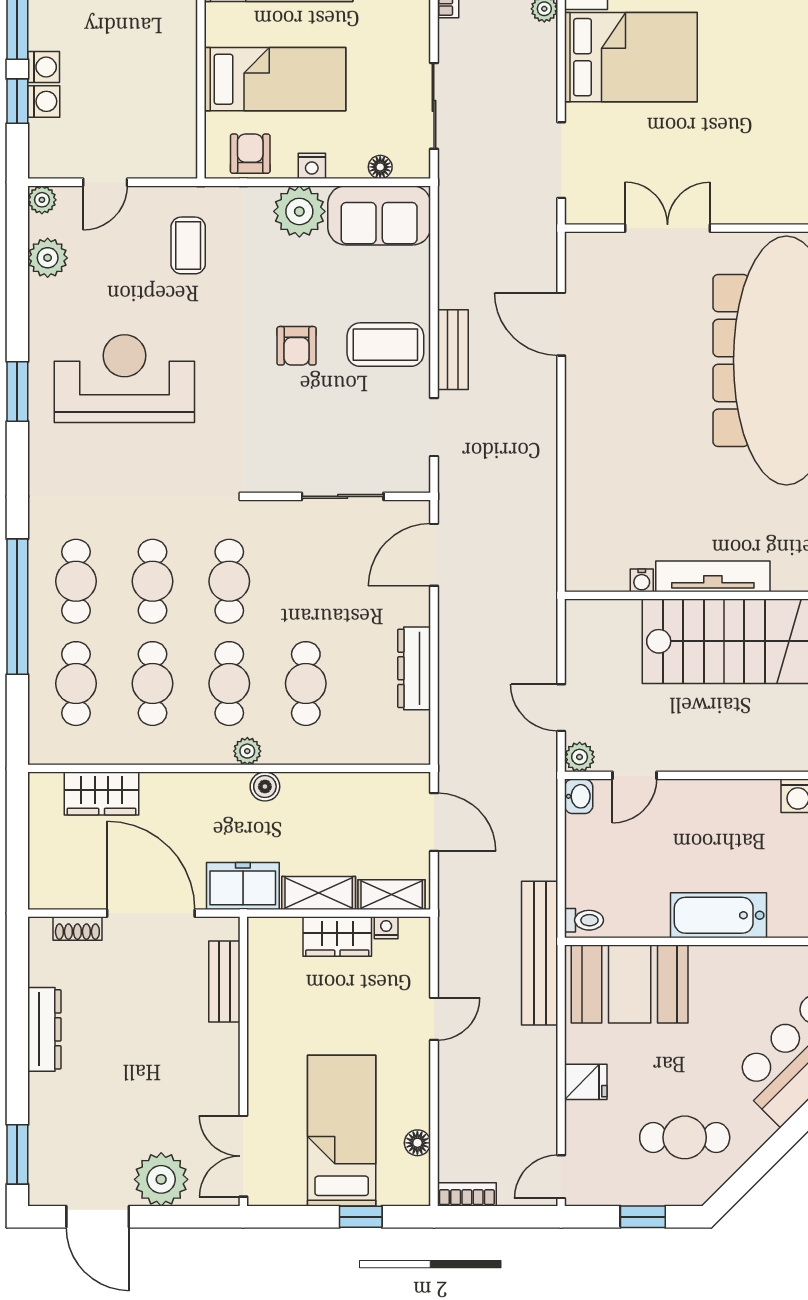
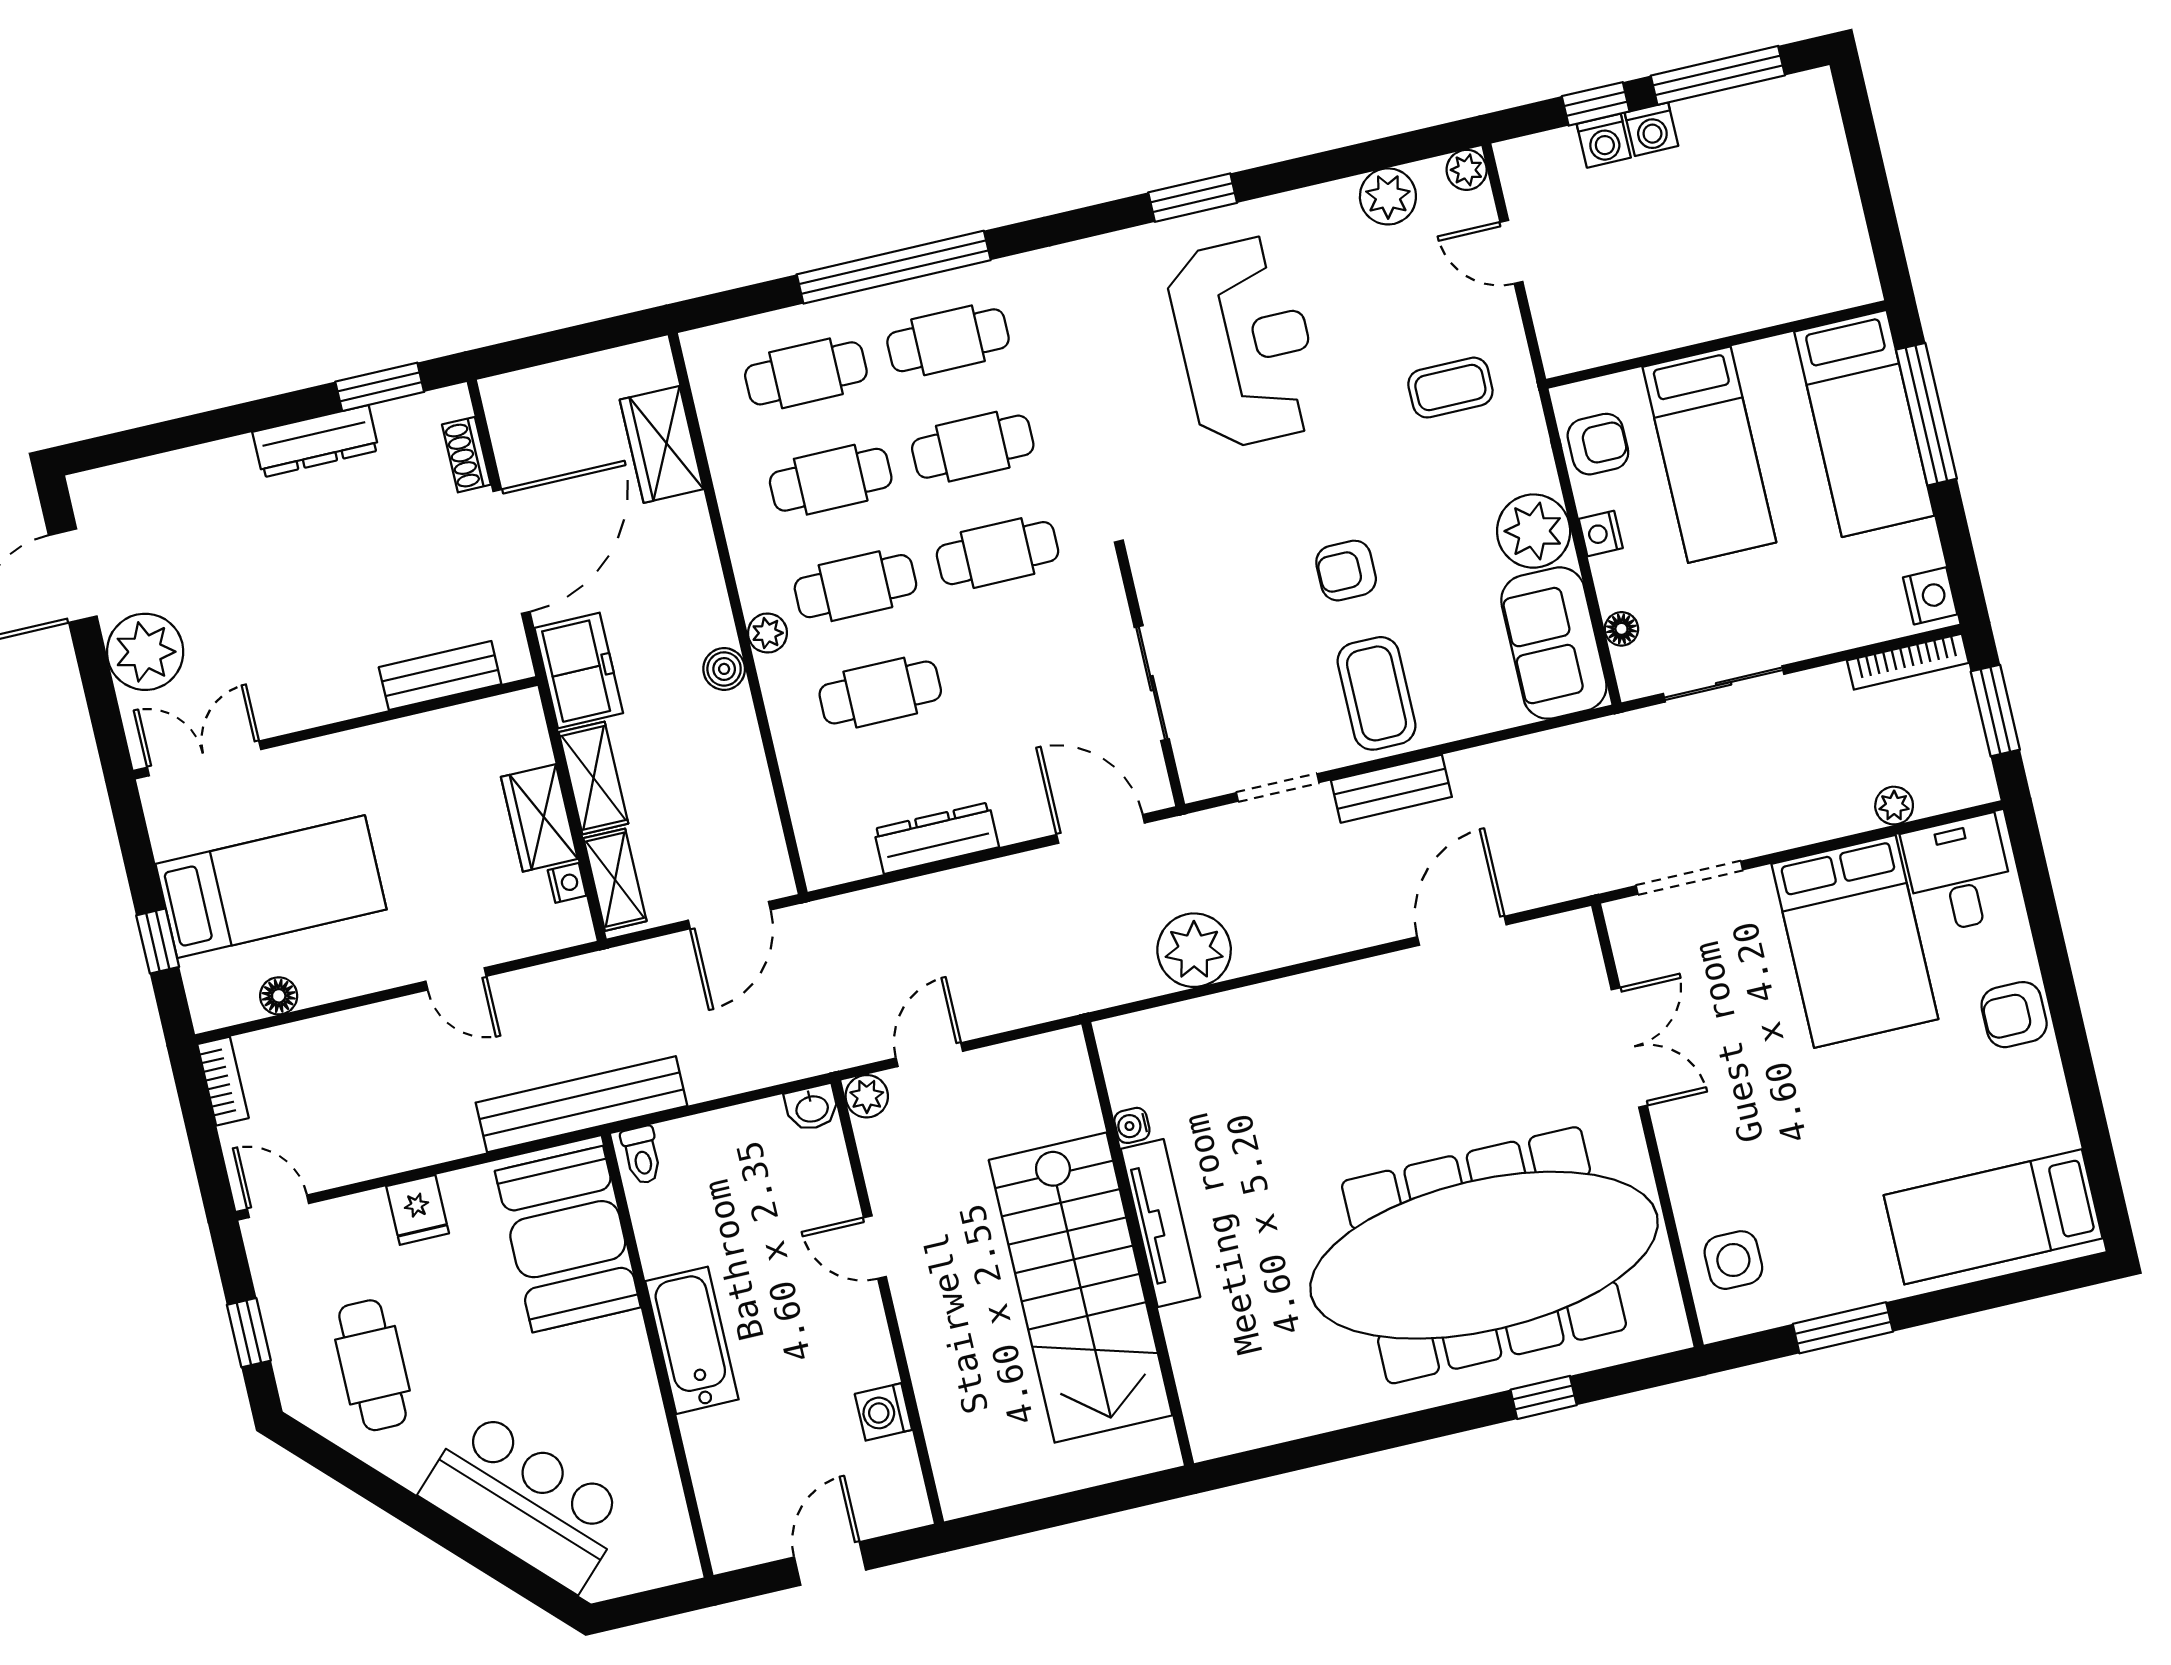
plant: (532, 510) -> (1194, 950), added
door: (634, 775) -> (875, 1247), moved
window: (17, 1154) -> (380, 387), moved

